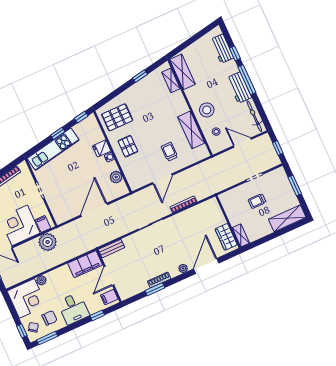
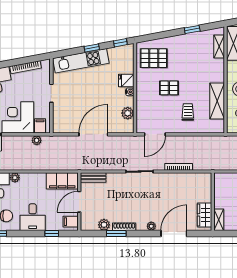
pallet: (128, 146) -> (169, 88), moved, turned 90
door: (162, 179) -> (155, 134), moved
plant: (48, 242) -> (37, 140), width x0.53, depth x0.53
plant: (140, 286) -> (104, 225), added

